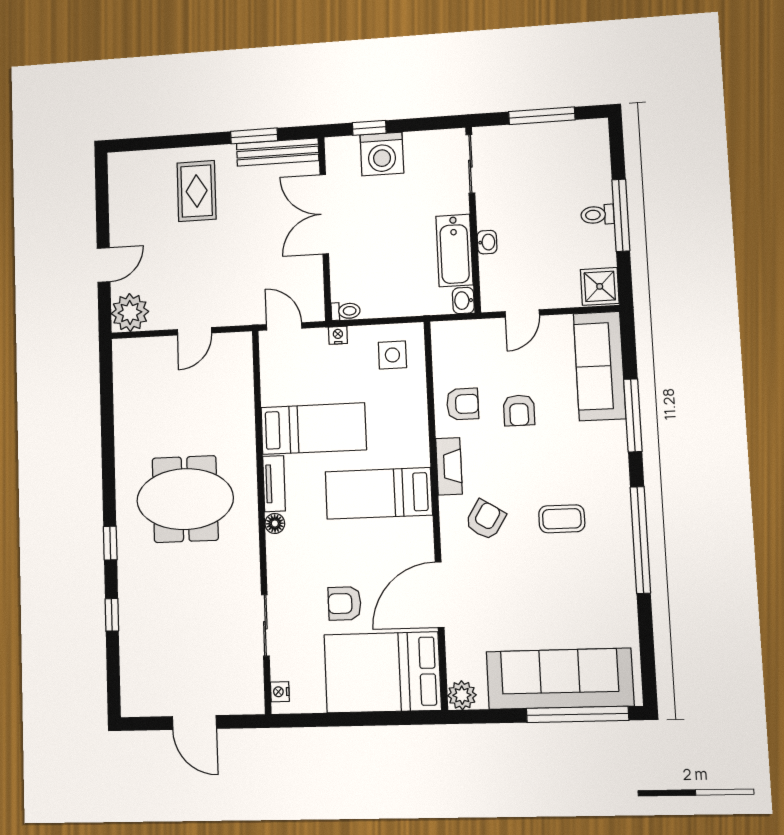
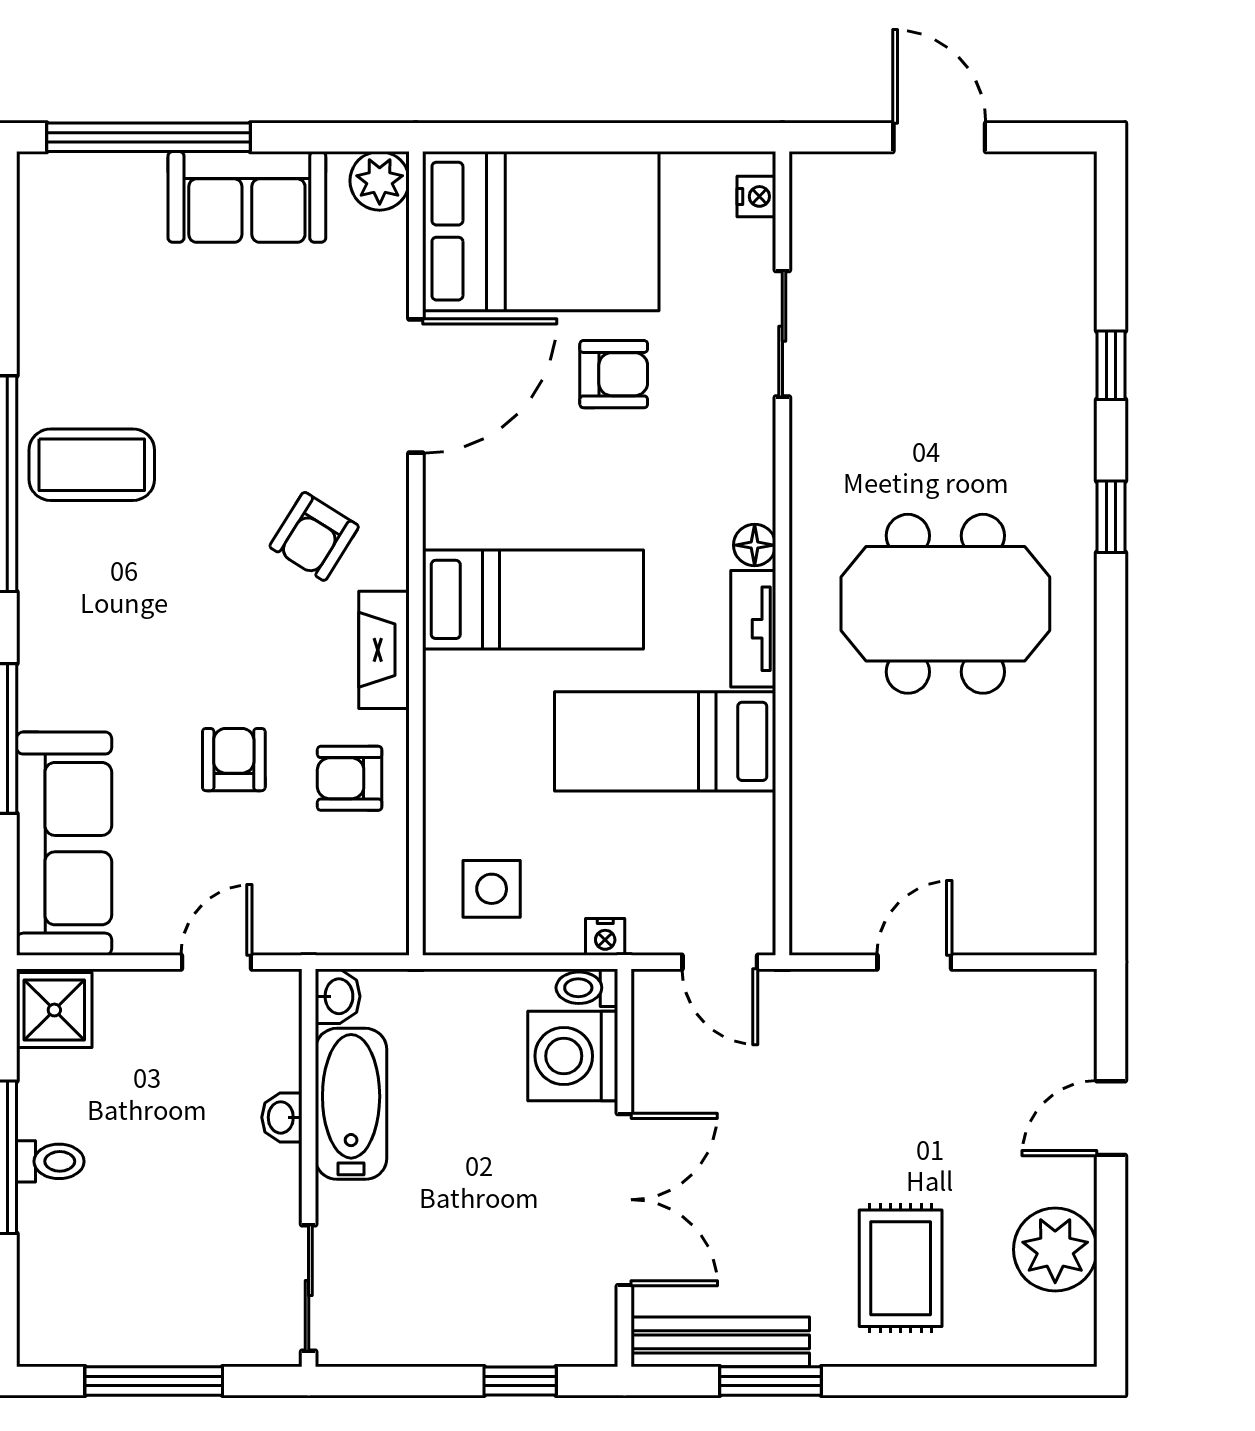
washing machine: (382, 154) -> (573, 1056), moved, turned -90
plant: (130, 313) -> (1055, 1250), moved
coffee table: (562, 519) -> (92, 465), moved, width x1.36, depth x1.30
sofa: (560, 679) -> (247, 197), width x0.54, depth x0.79

